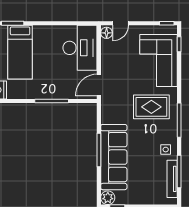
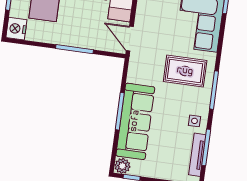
door: (99, 85) -> (130, 39), hinge flipped

